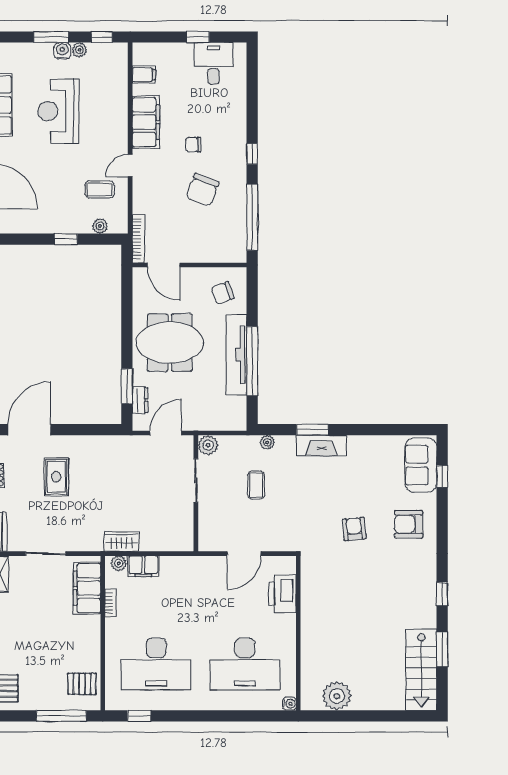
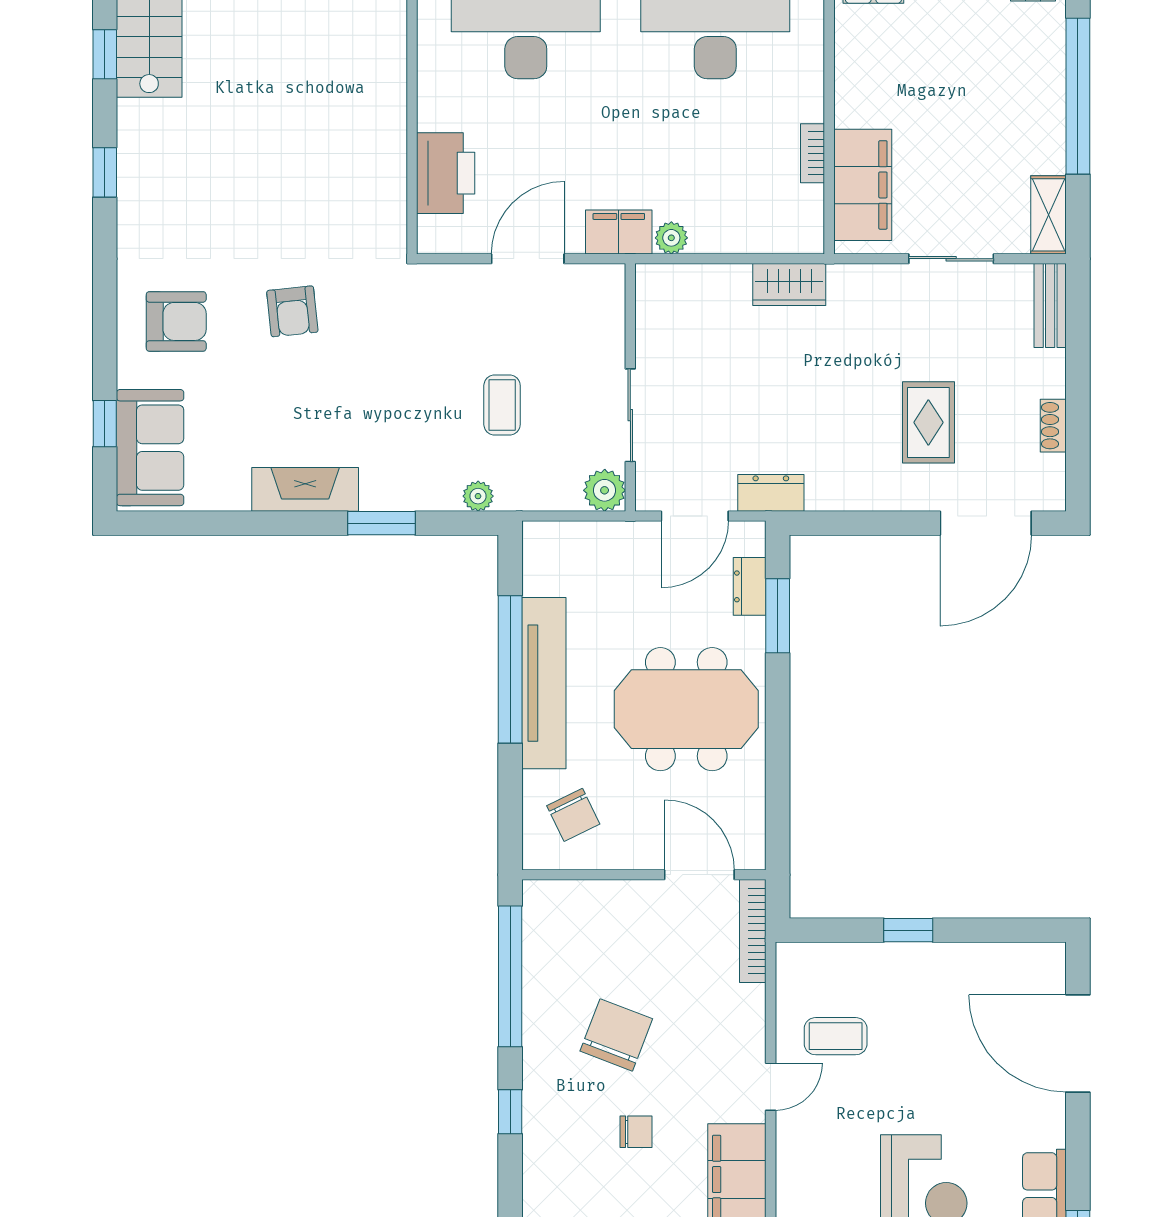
plant: (100, 226) -> (835, 958), removed
chair: (223, 293) -> (573, 815), turned 84
dresser: (130, 444) -> (771, 493), added
fireplace: (322, 445) -> (305, 489), moved
plant: (119, 563) -> (671, 238), moved
filing cabinet: (143, 566) -> (619, 232), moved
window: (442, 649) -> (105, 54), width x0.67

